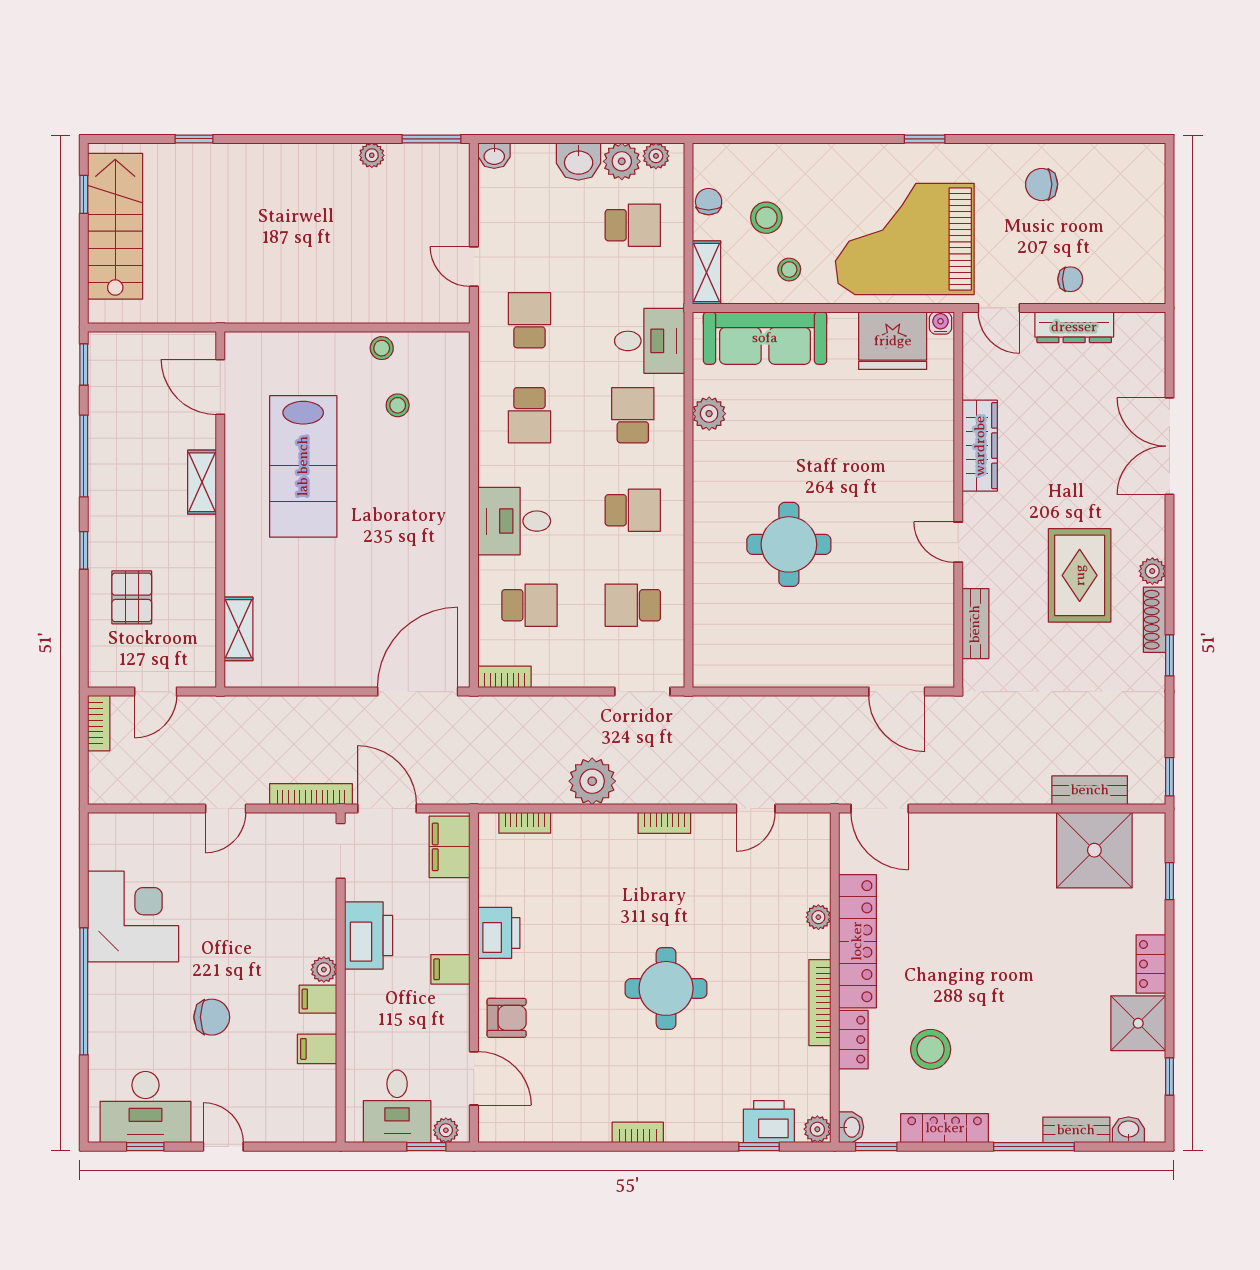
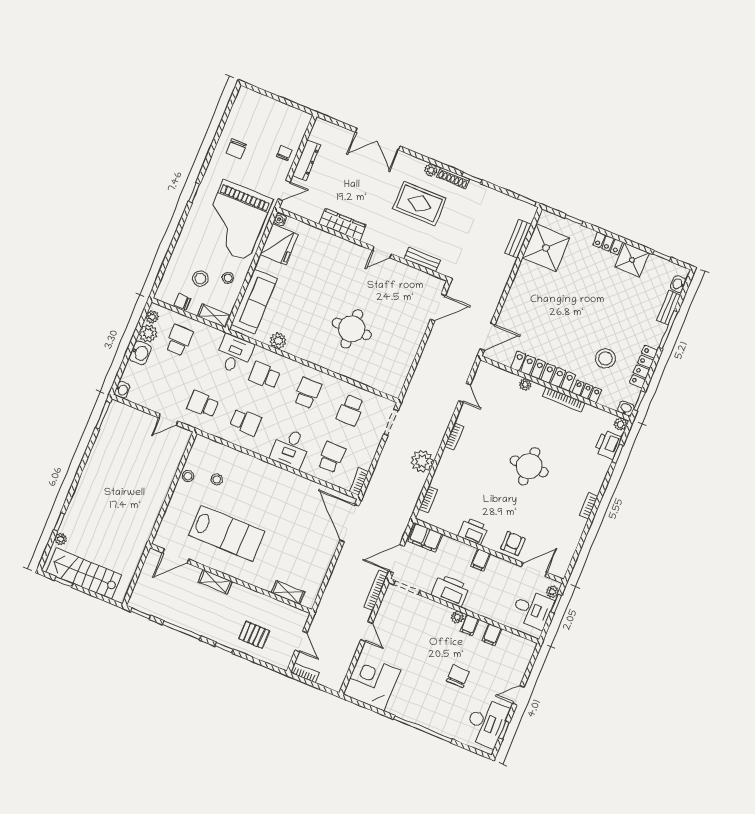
plant: (372, 155) -> (61, 539), moved
corner desk: (133, 917) -> (372, 682), moved

